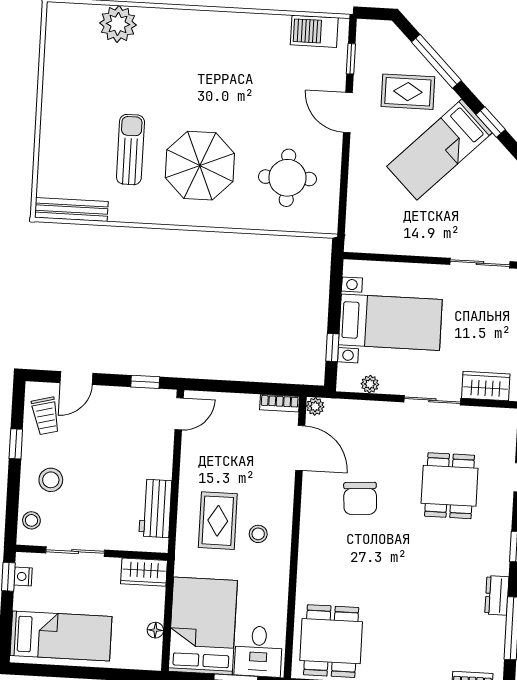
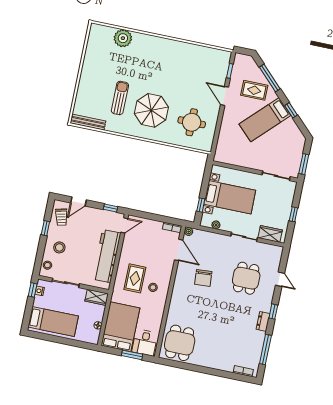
barbecue: (314, 31) -> (215, 55), removed
workbench: (155, 508) -> (107, 256), width x1.88, depth x1.32
dresser: (497, 595) -> (263, 321), moved

